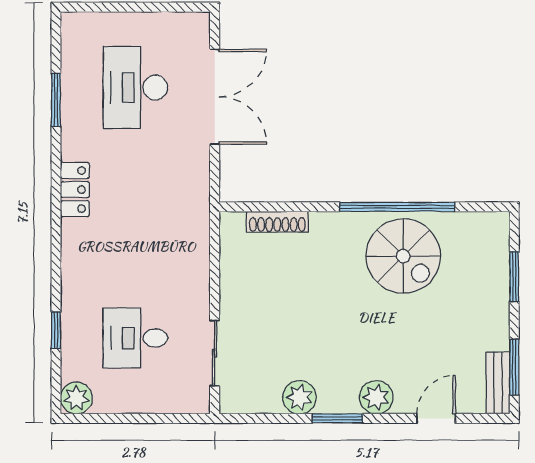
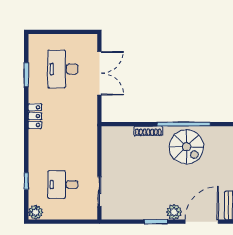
shoe rack: (277, 222) -> (148, 131), moved
plant: (299, 397) -> (139, 212), removed
door: (436, 418) -> (202, 222), width x1.87

